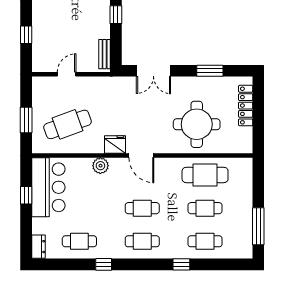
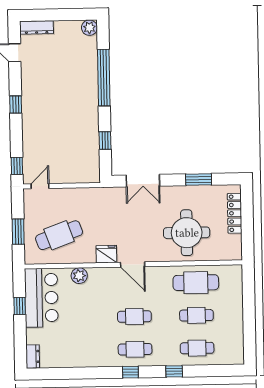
window: (116, 15) -> (105, 141), moved
window: (26, 35) -> (17, 166), moved
bench: (105, 54) -> (94, 165), removed
door: (67, 74) -> (40, 186), moved
plant: (100, 166) -> (79, 276), moved
window: (258, 226) -> (249, 332), removed
cafe table: (79, 241) -> (73, 350), removed
window: (104, 264) -> (130, 372), moved

